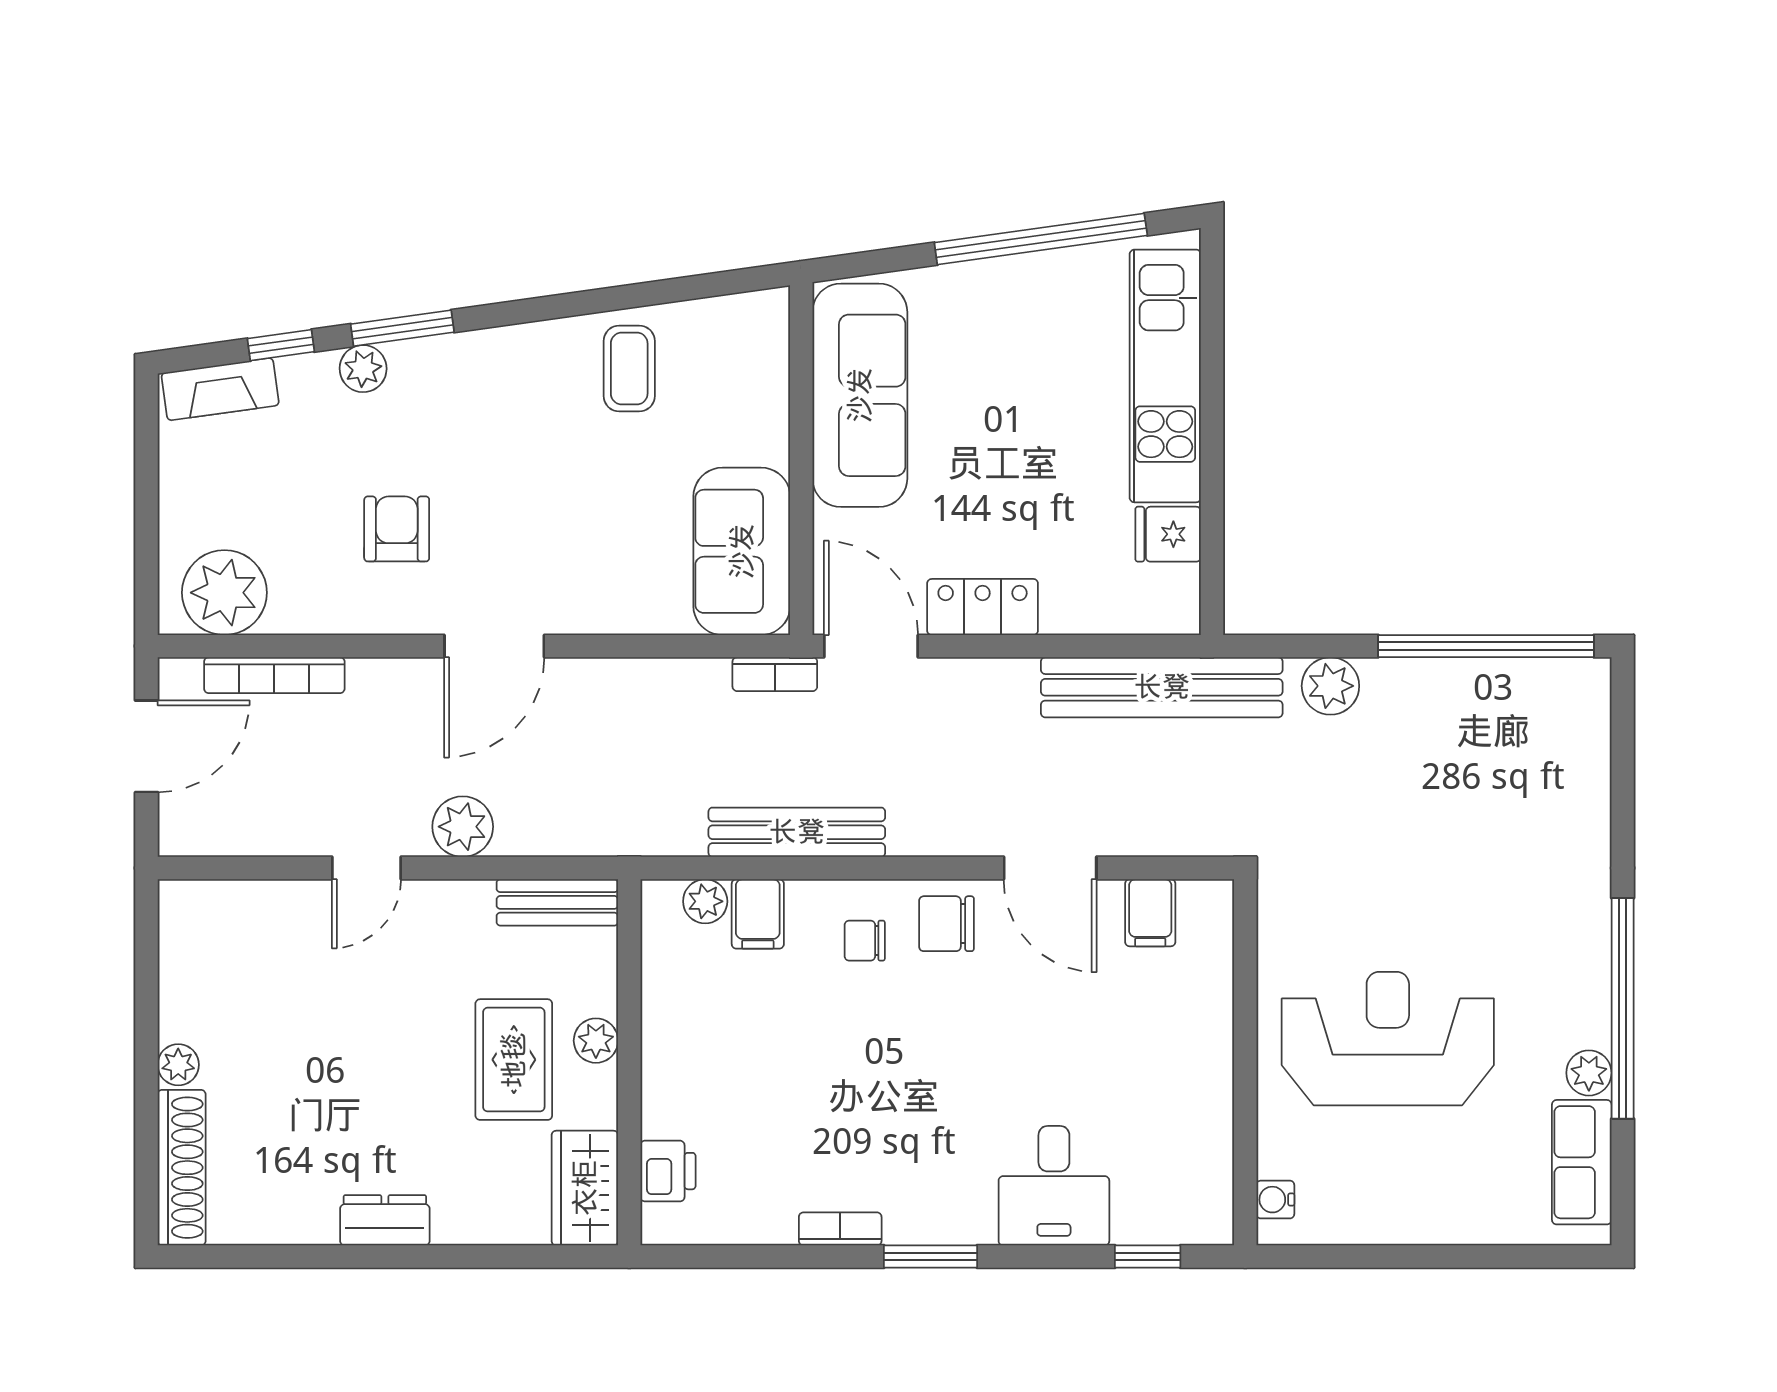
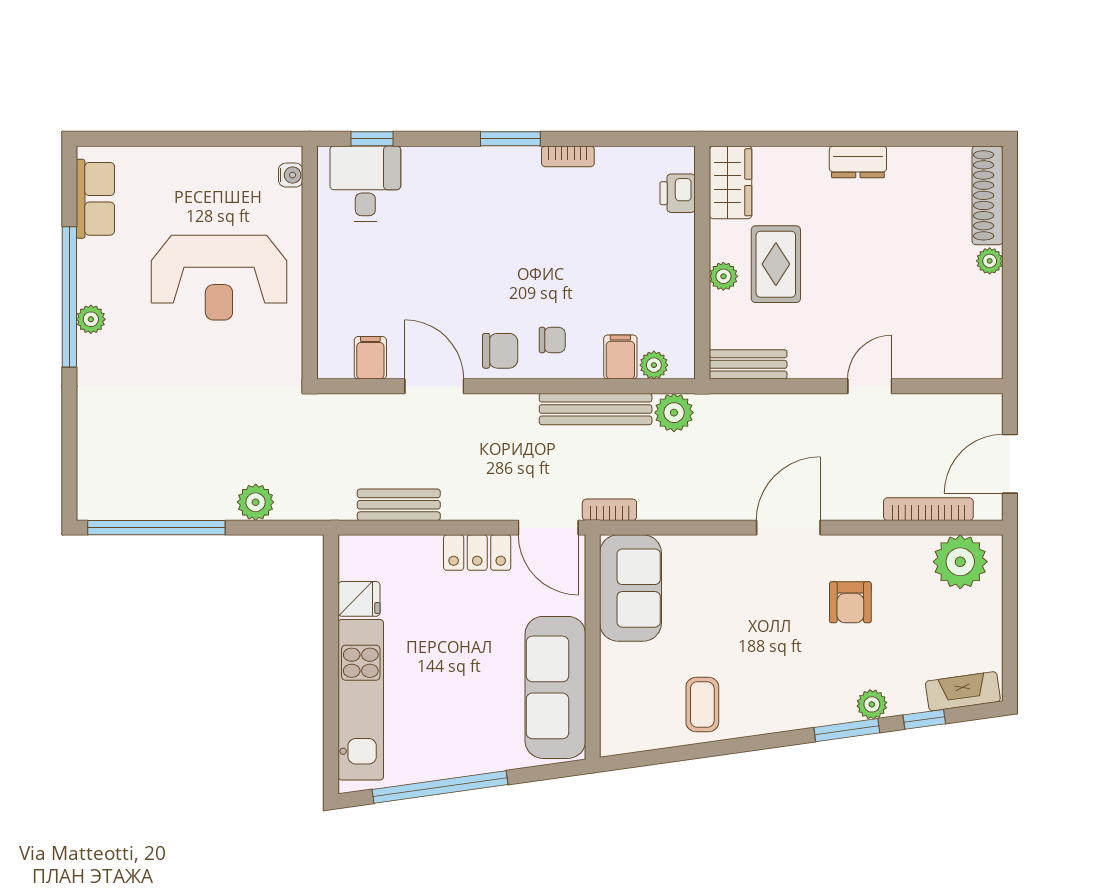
bench: (1162, 687) -> (399, 505), width x0.54, depth x0.82
plant: (463, 827) -> (674, 413), moved
plant: (1589, 1073) -> (91, 319), moved
desk: (1054, 1186) -> (365, 184), moved

